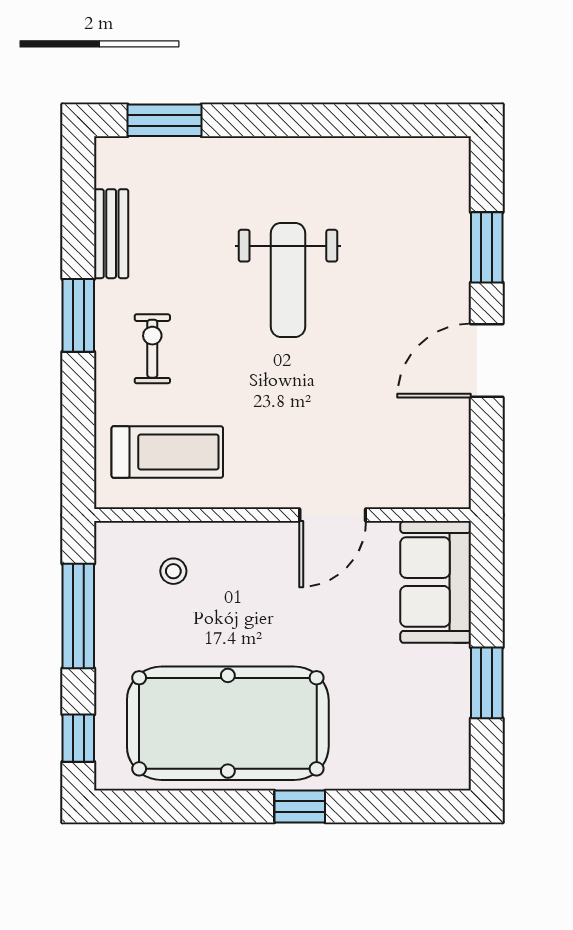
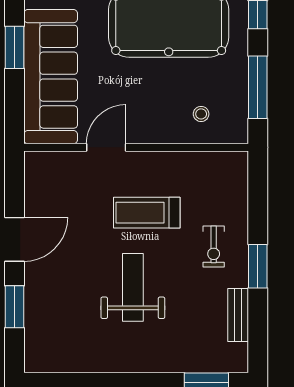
treadmill: (167, 452) -> (147, 213), moved
sofa: (436, 582) -> (51, 77), width x1.85, depth x1.27

